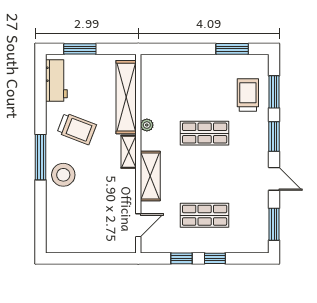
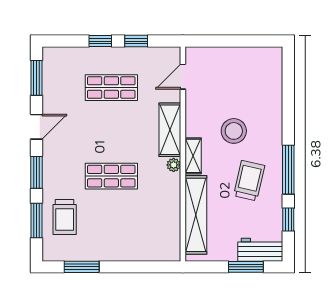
workbench: (56, 80) -> (260, 250), moved, turned 90
window: (40, 93) -> (288, 219), added
plant: (147, 125) -> (174, 165), moved
trolley: (77, 129) -> (249, 181), turned 82
window: (40, 157) -> (288, 170), moved
stool: (63, 175) -> (234, 131), moved
door: (274, 179) -> (36, 127), swing flipped

